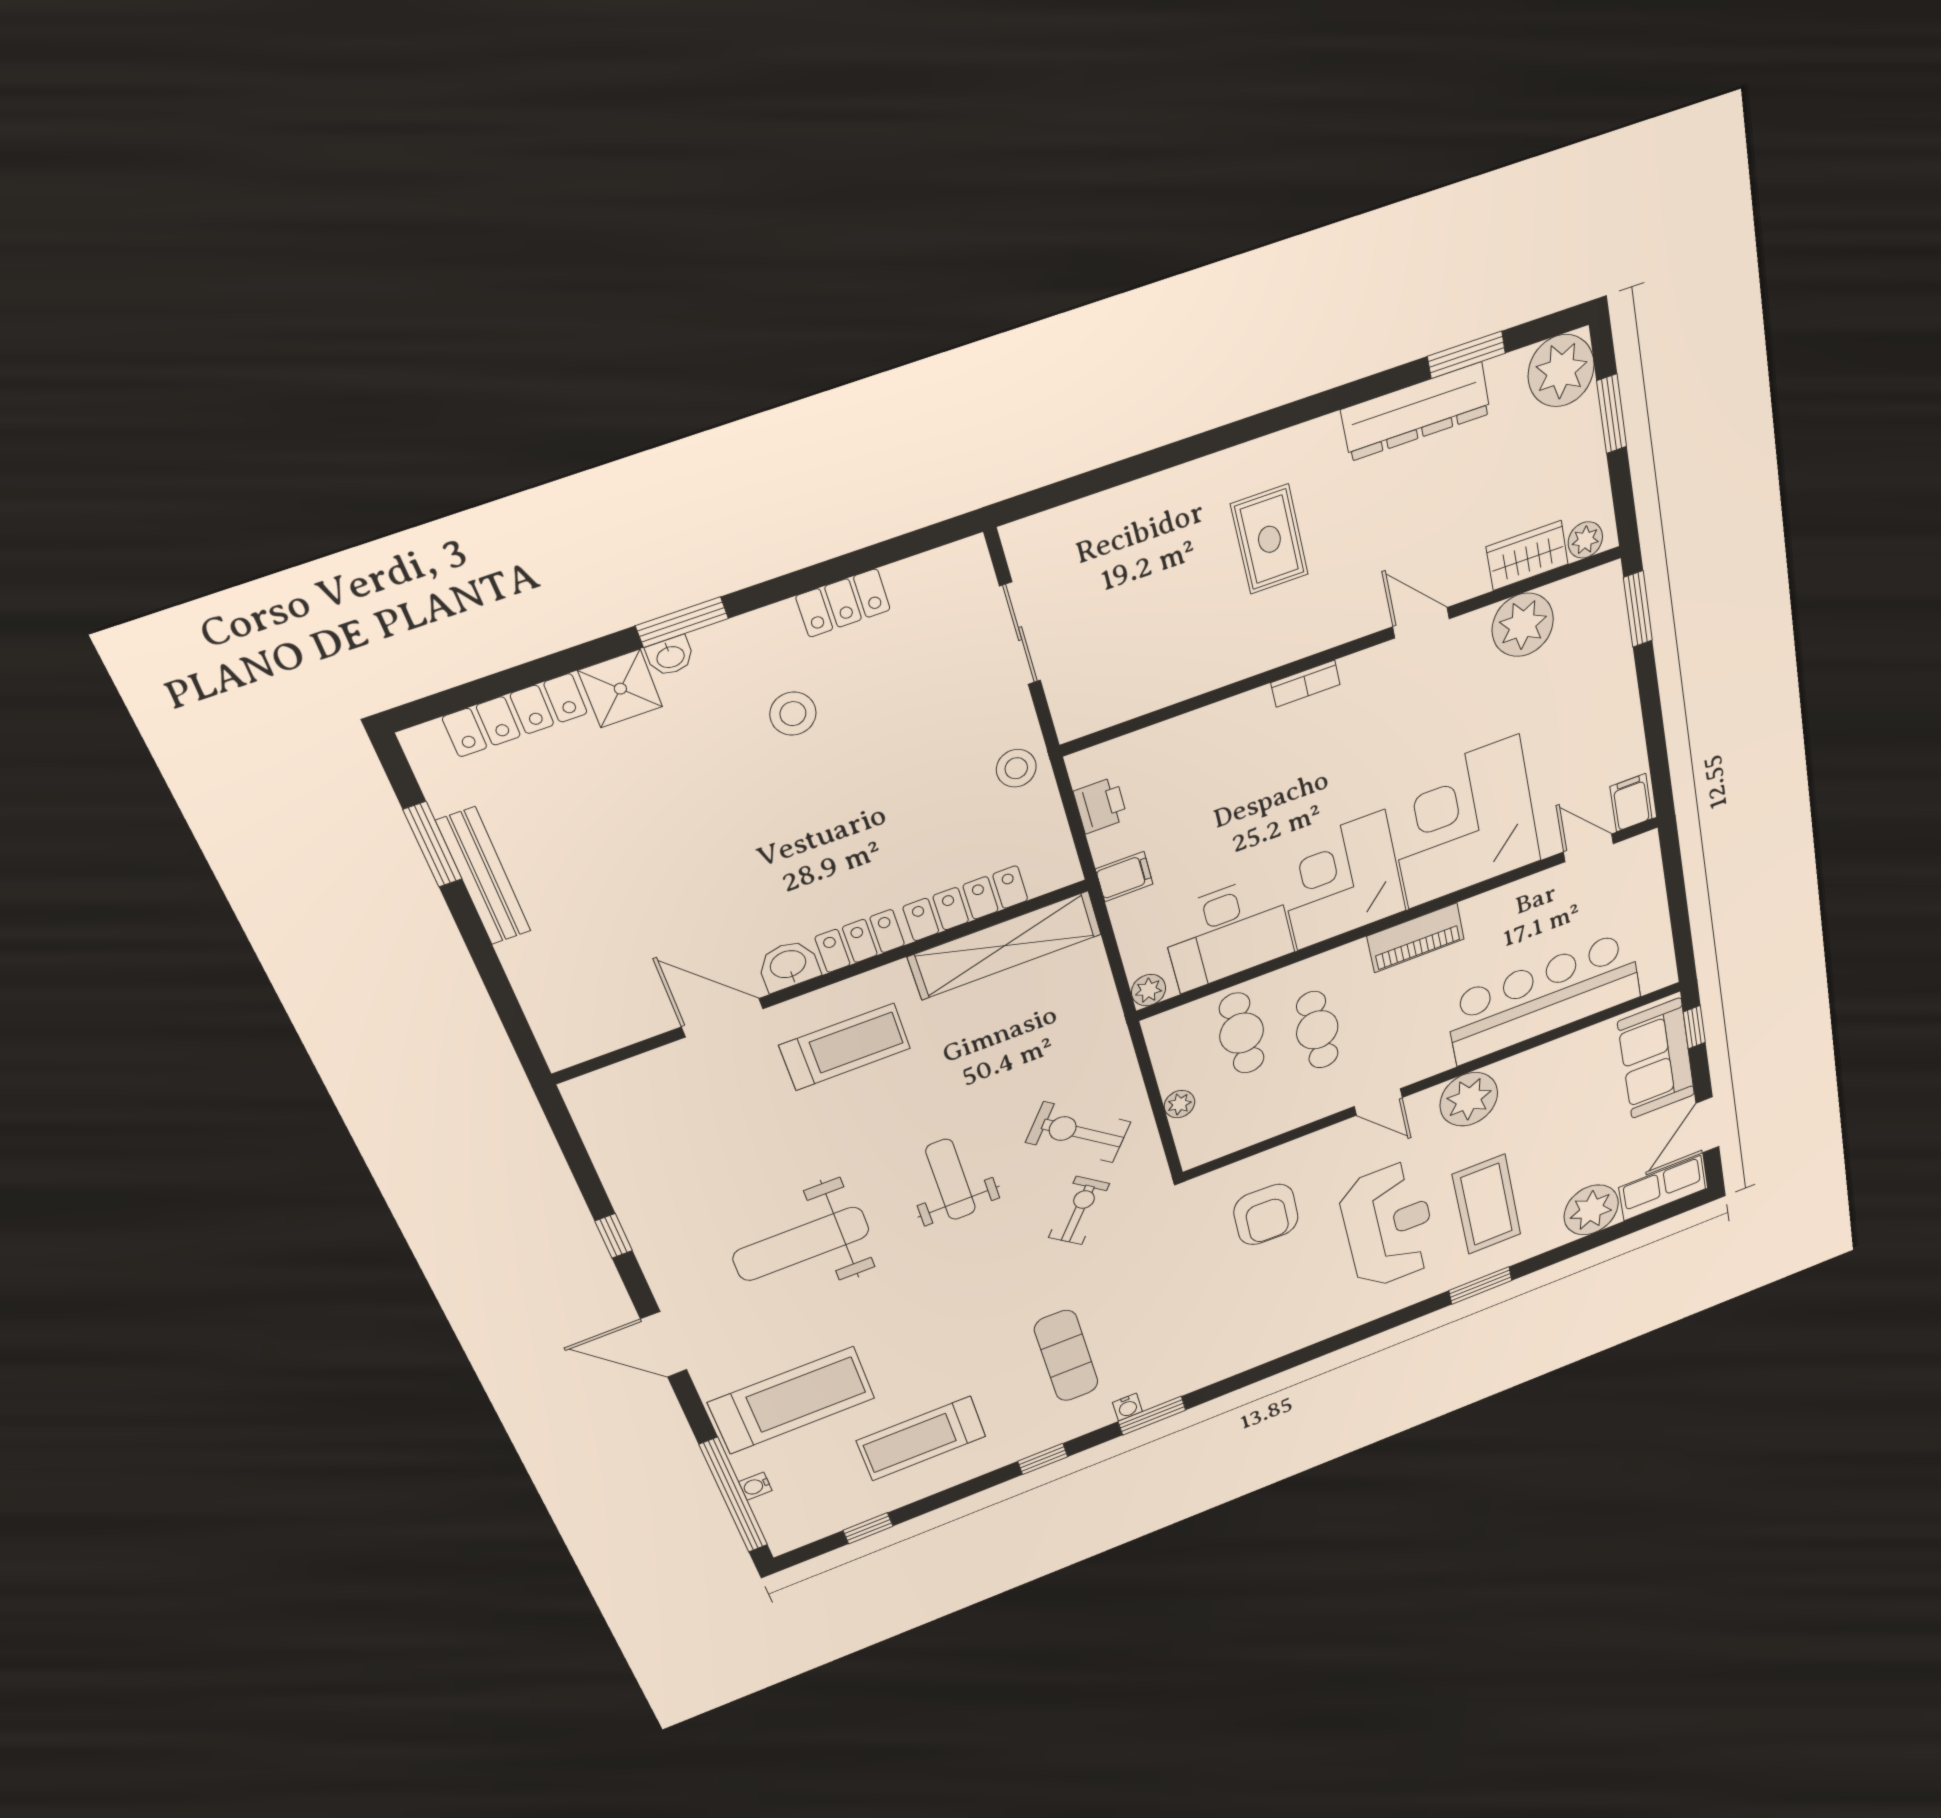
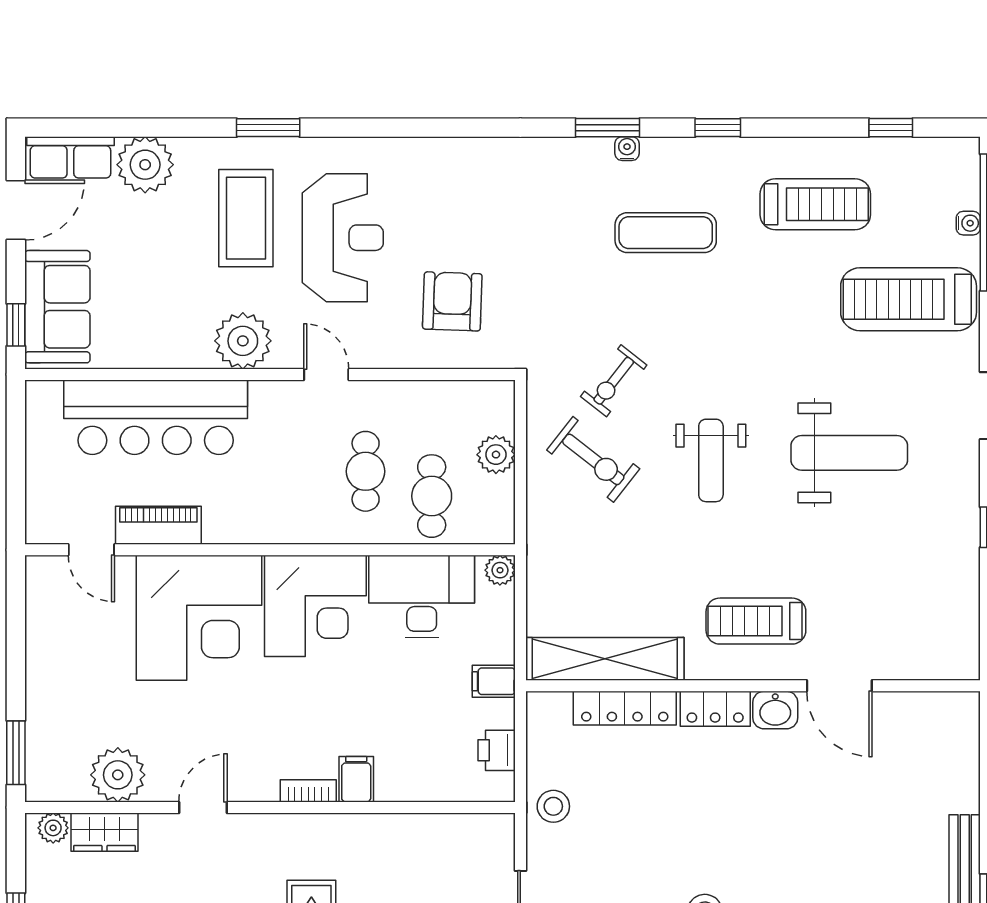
door: (1421, 623) -> (203, 807), swing flipped
filing cabinet: (1631, 803) -> (356, 779), moved, turned 180
piano: (1416, 938) -> (158, 525), moved
plant: (1179, 1104) -> (496, 455), width x1.38, depth x1.38
reception desk: (1389, 1225) -> (343, 238), turned 180
exercise mat: (1066, 1356) -> (666, 233), turned 90

